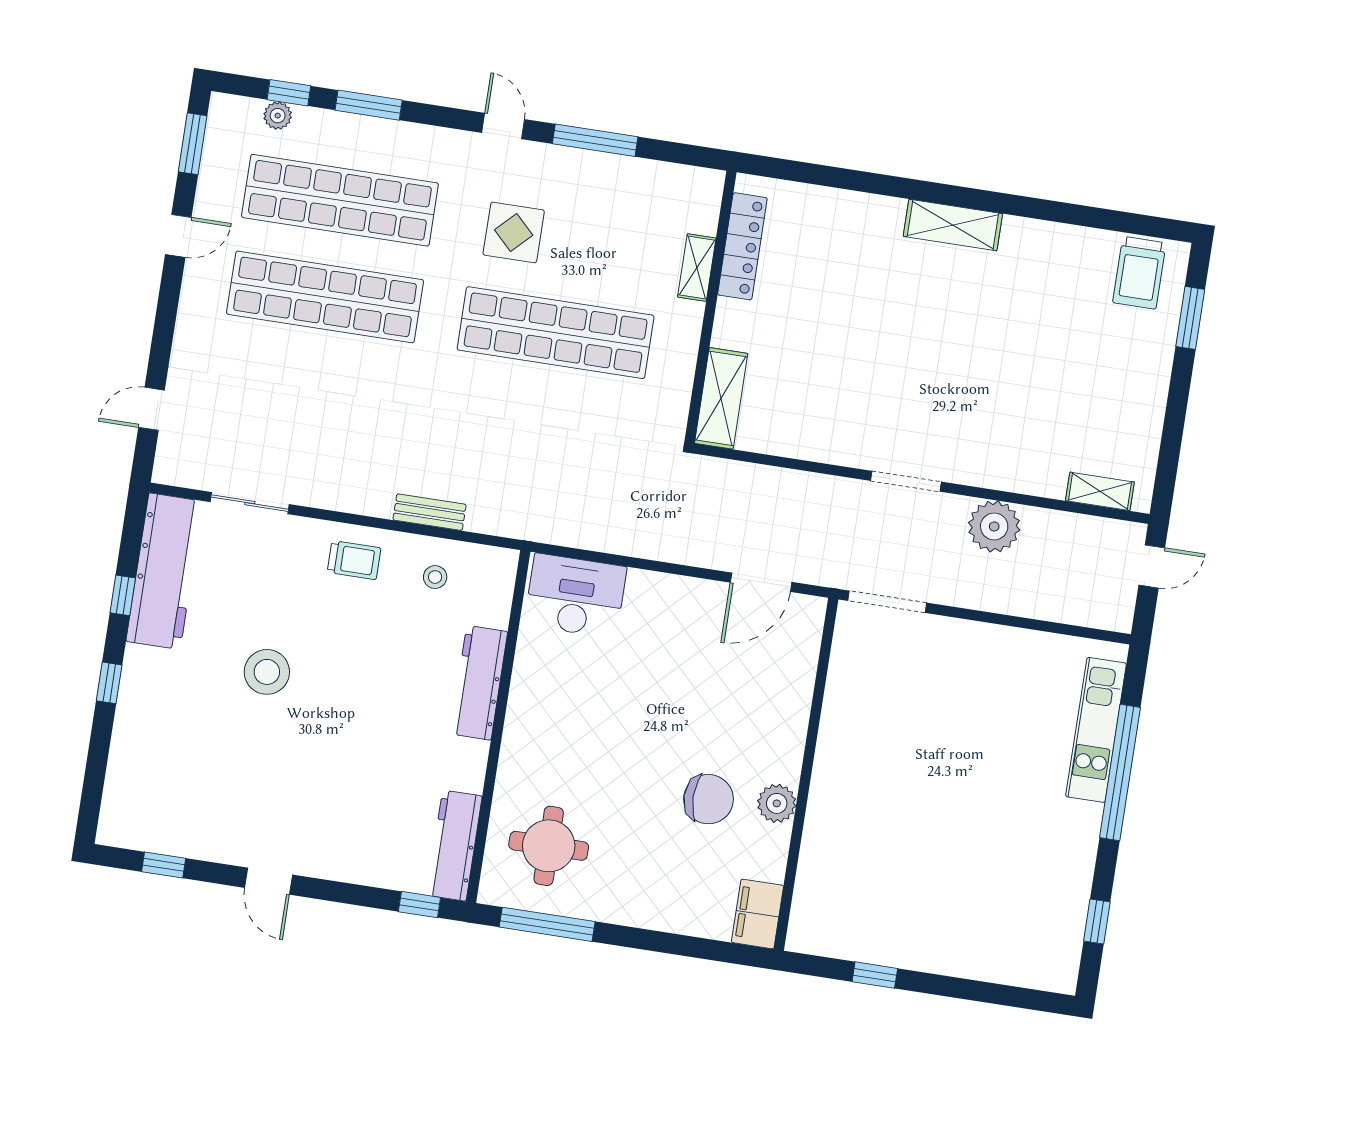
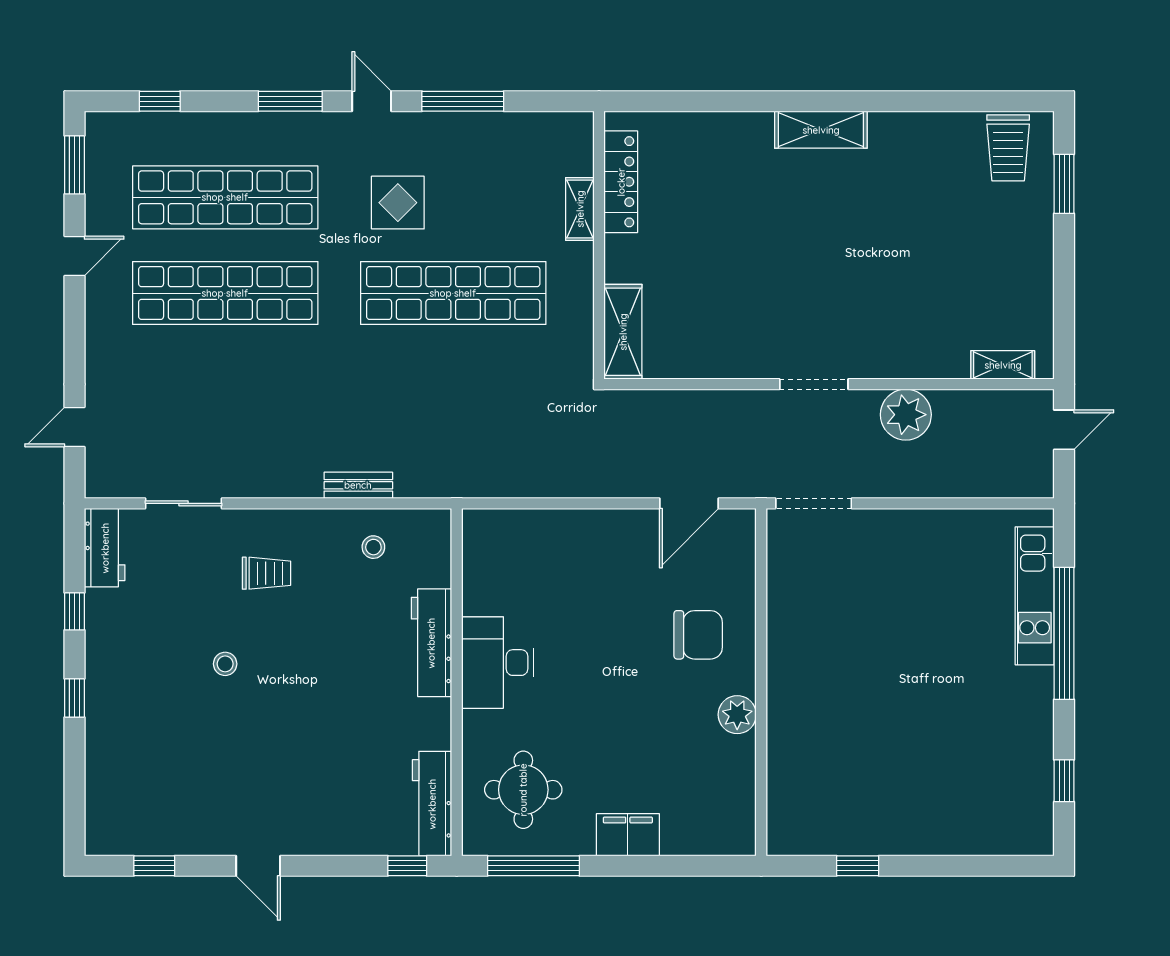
window: (369, 105) -> (290, 101), moved
plant: (278, 116) -> (152, 125), removed
trolley: (354, 560) -> (266, 573), moved
workbench: (164, 571) -> (105, 548), width x0.53, depth x0.76
desk: (575, 596) -> (498, 663), moved, turned -90
stool: (267, 672) -> (225, 664), width x0.53, depth x0.53
chair: (708, 799) -> (698, 635), moved
filing cabinet: (757, 914) -> (628, 835), moved, turned 90

